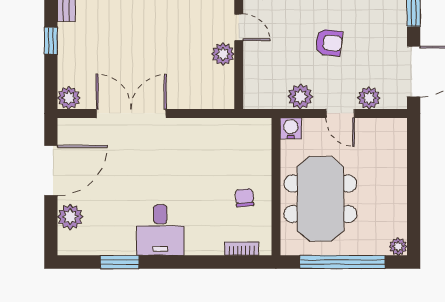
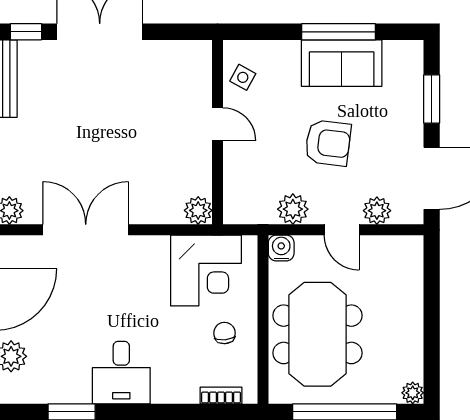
armchair: (329, 43) -> (328, 143), width x1.38, depth x1.38
plant: (223, 54) -> (198, 210), moved
corner desk: (229, 147) -> (206, 271), added

